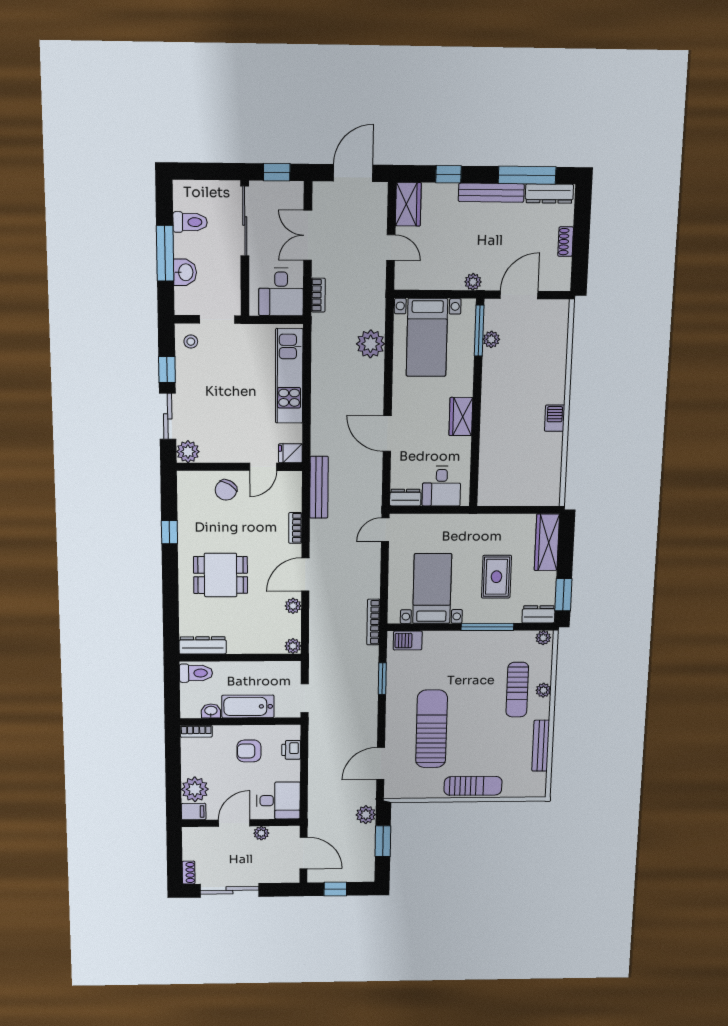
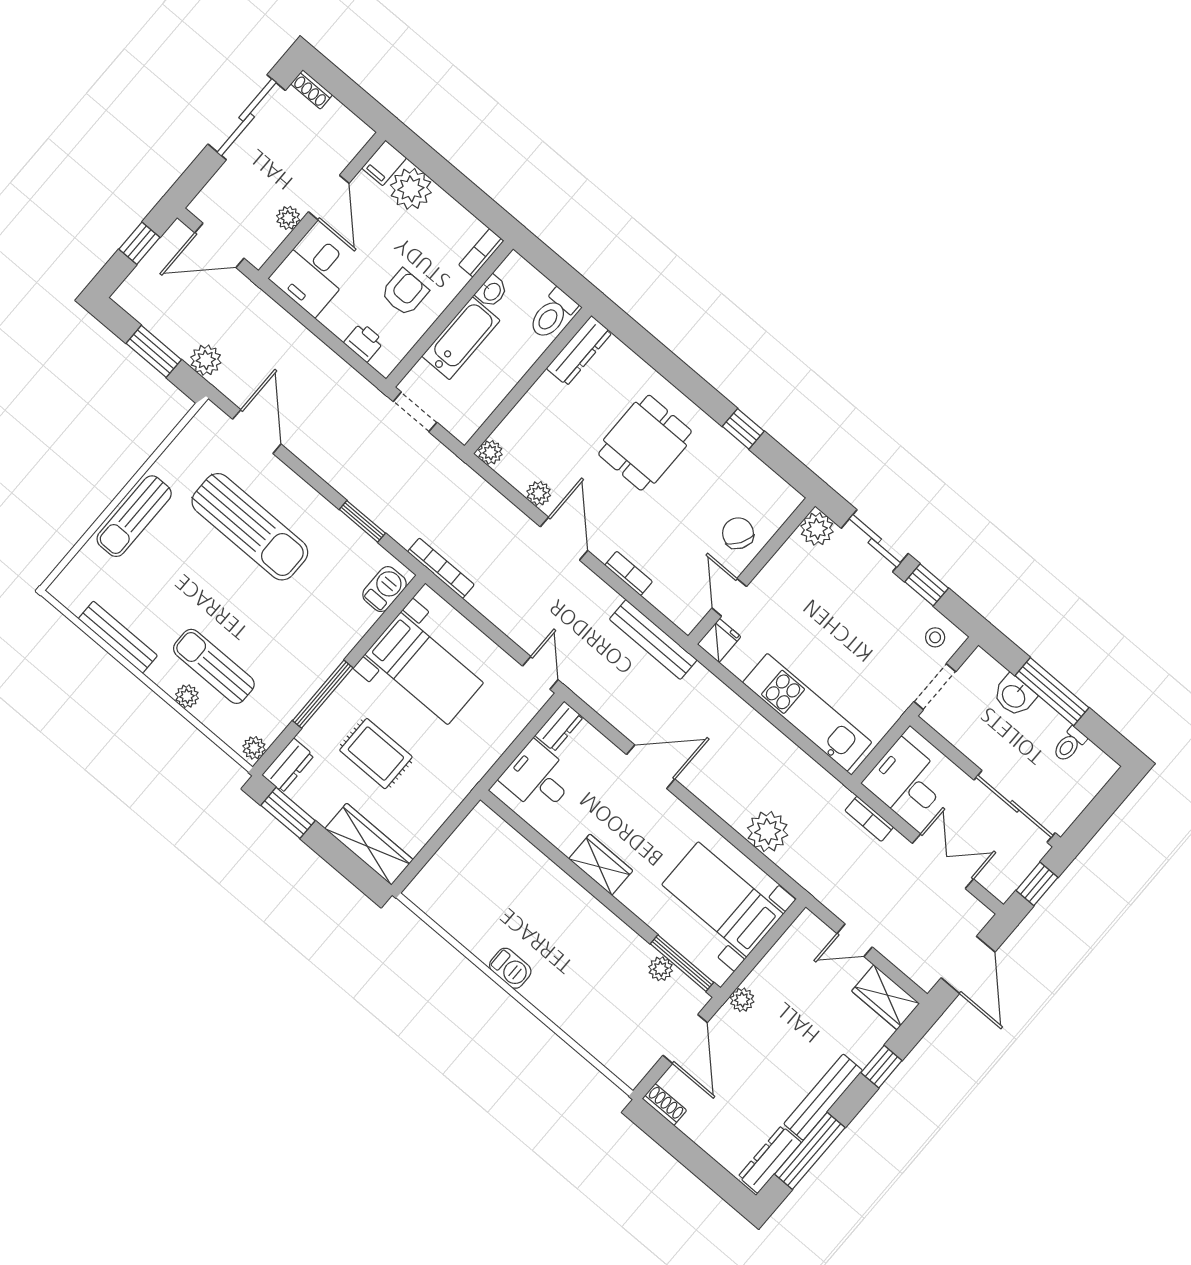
toilet: (190, 222) -> (1069, 744), width x0.73, depth x0.72
shoe rack: (566, 242) -> (664, 1105), moved

